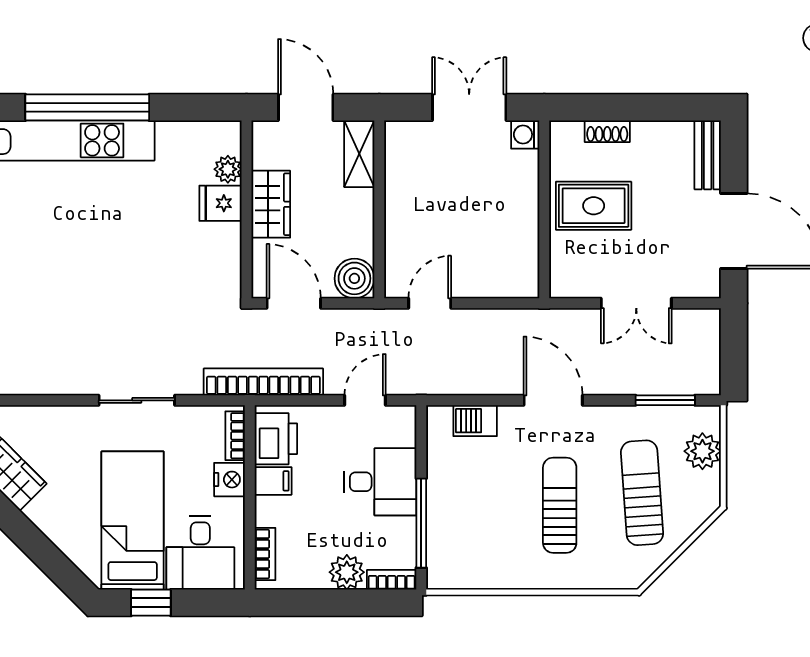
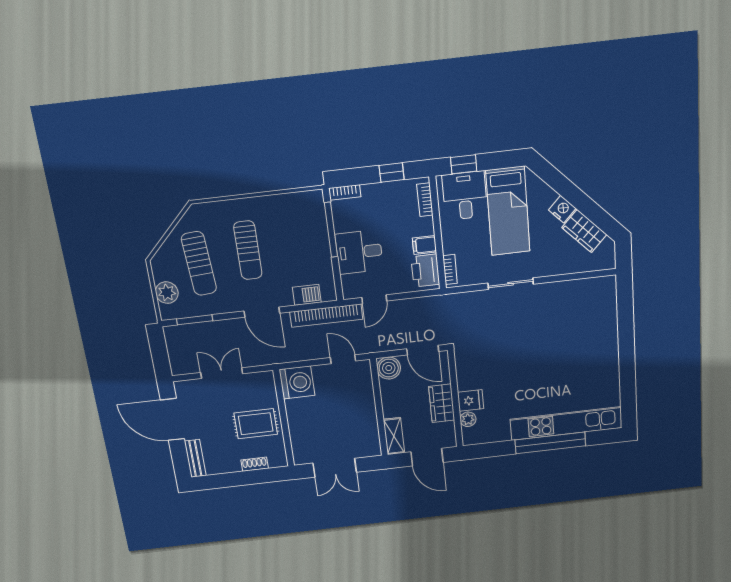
washing machine: (525, 134) -> (297, 382), moved, width x1.89, depth x1.89
door: (430, 303) -> (343, 359), swing flipped
bookcase: (263, 382) -> (326, 316), moved
nightstand: (229, 480) -> (562, 209), moved, turned 135
plant: (347, 572) -> (373, 194), removed
window: (151, 603) -> (464, 164), moved
window: (314, 603) -> (392, 172), added

